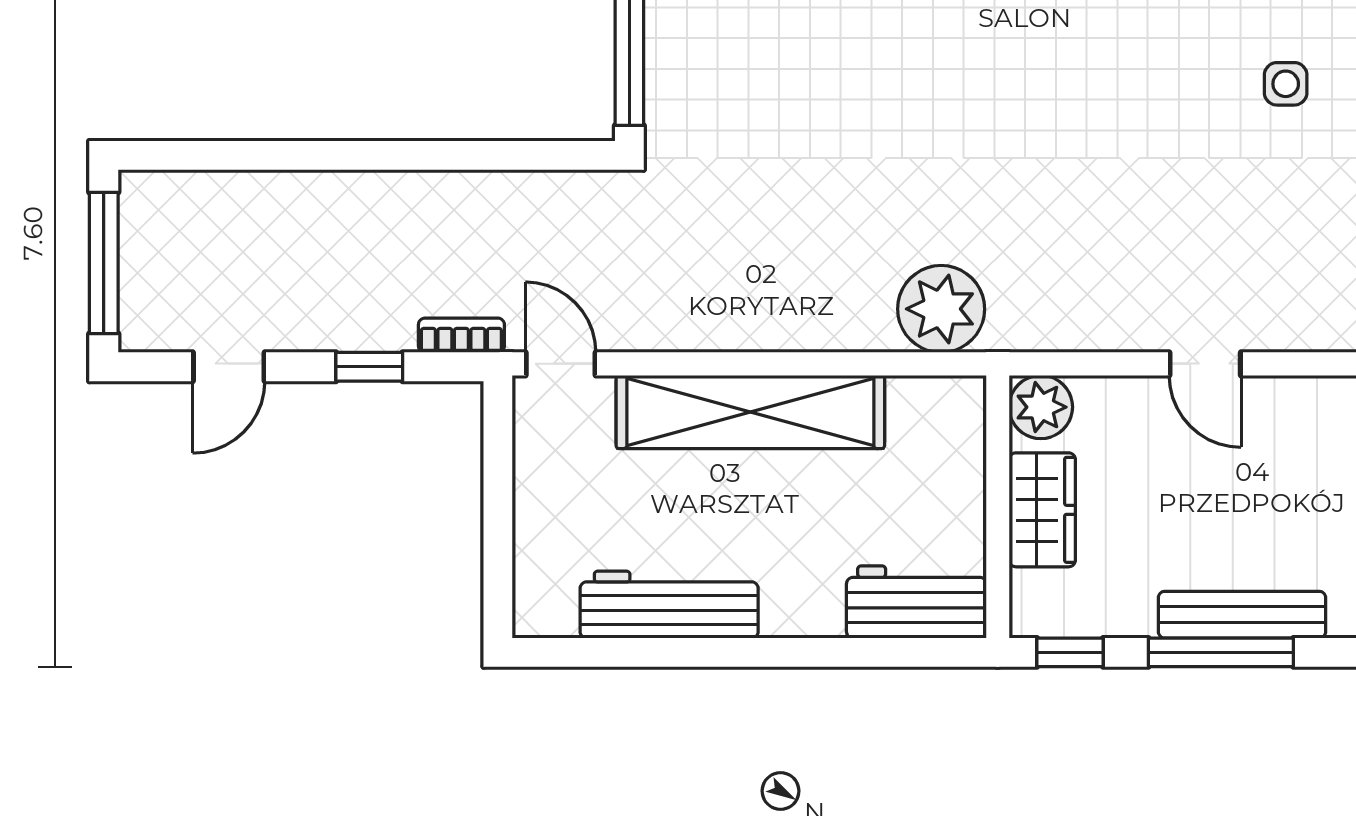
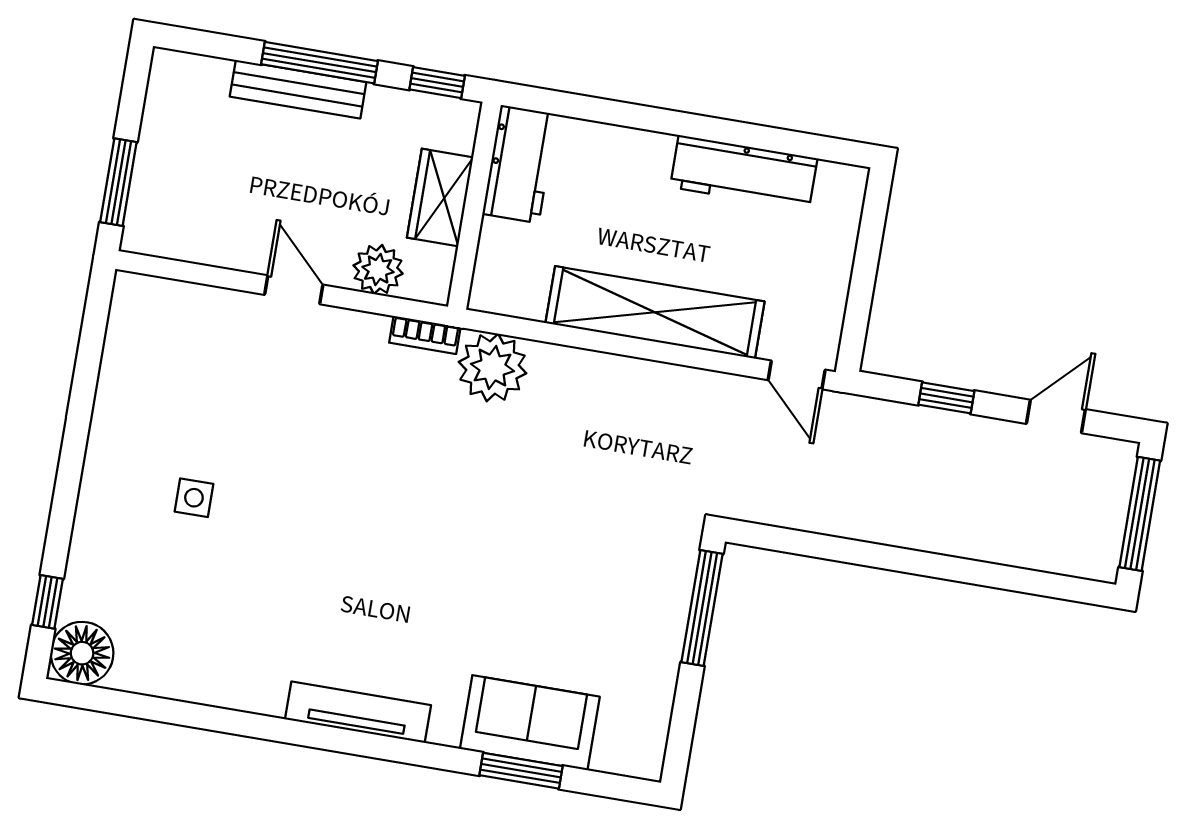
bookcase: (461, 335) -> (425, 335), moved
plant: (1041, 407) -> (378, 269), moved
workbench: (916, 602) -> (520, 164), moved, turned -90

